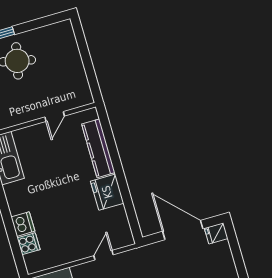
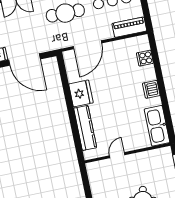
dishwasher: (23, 224) -> (151, 89), moved
door: (103, 255) -> (87, 45), width x1.88

